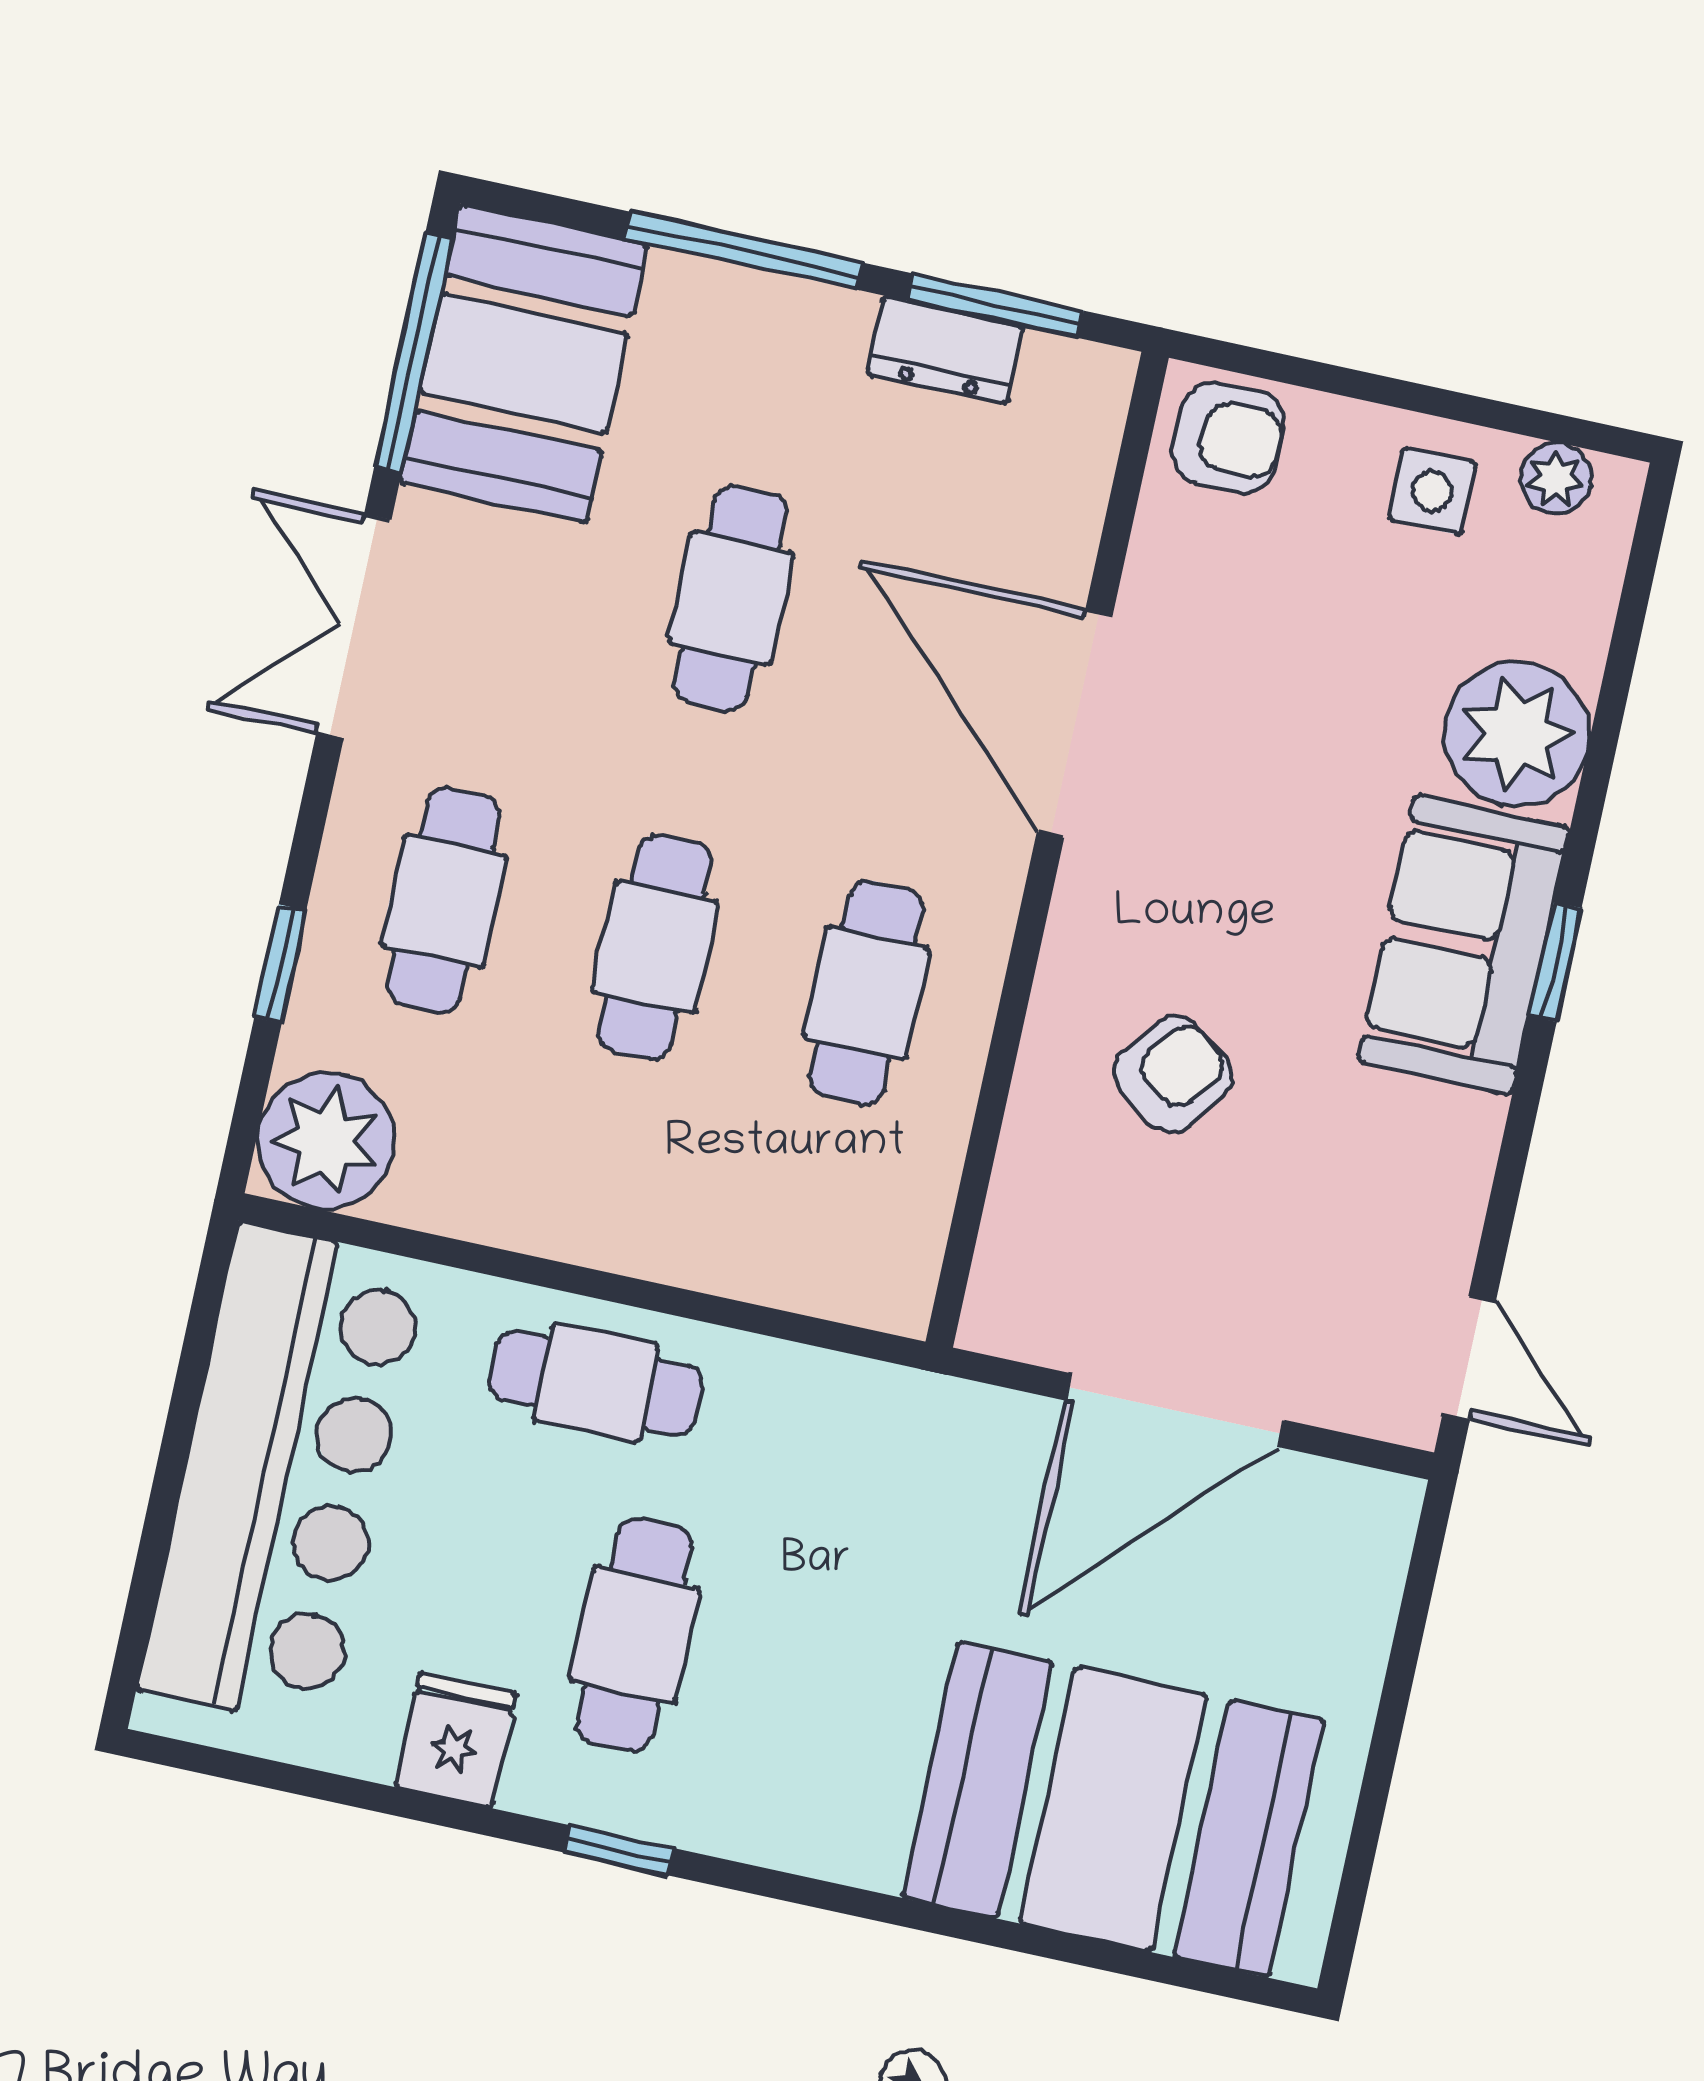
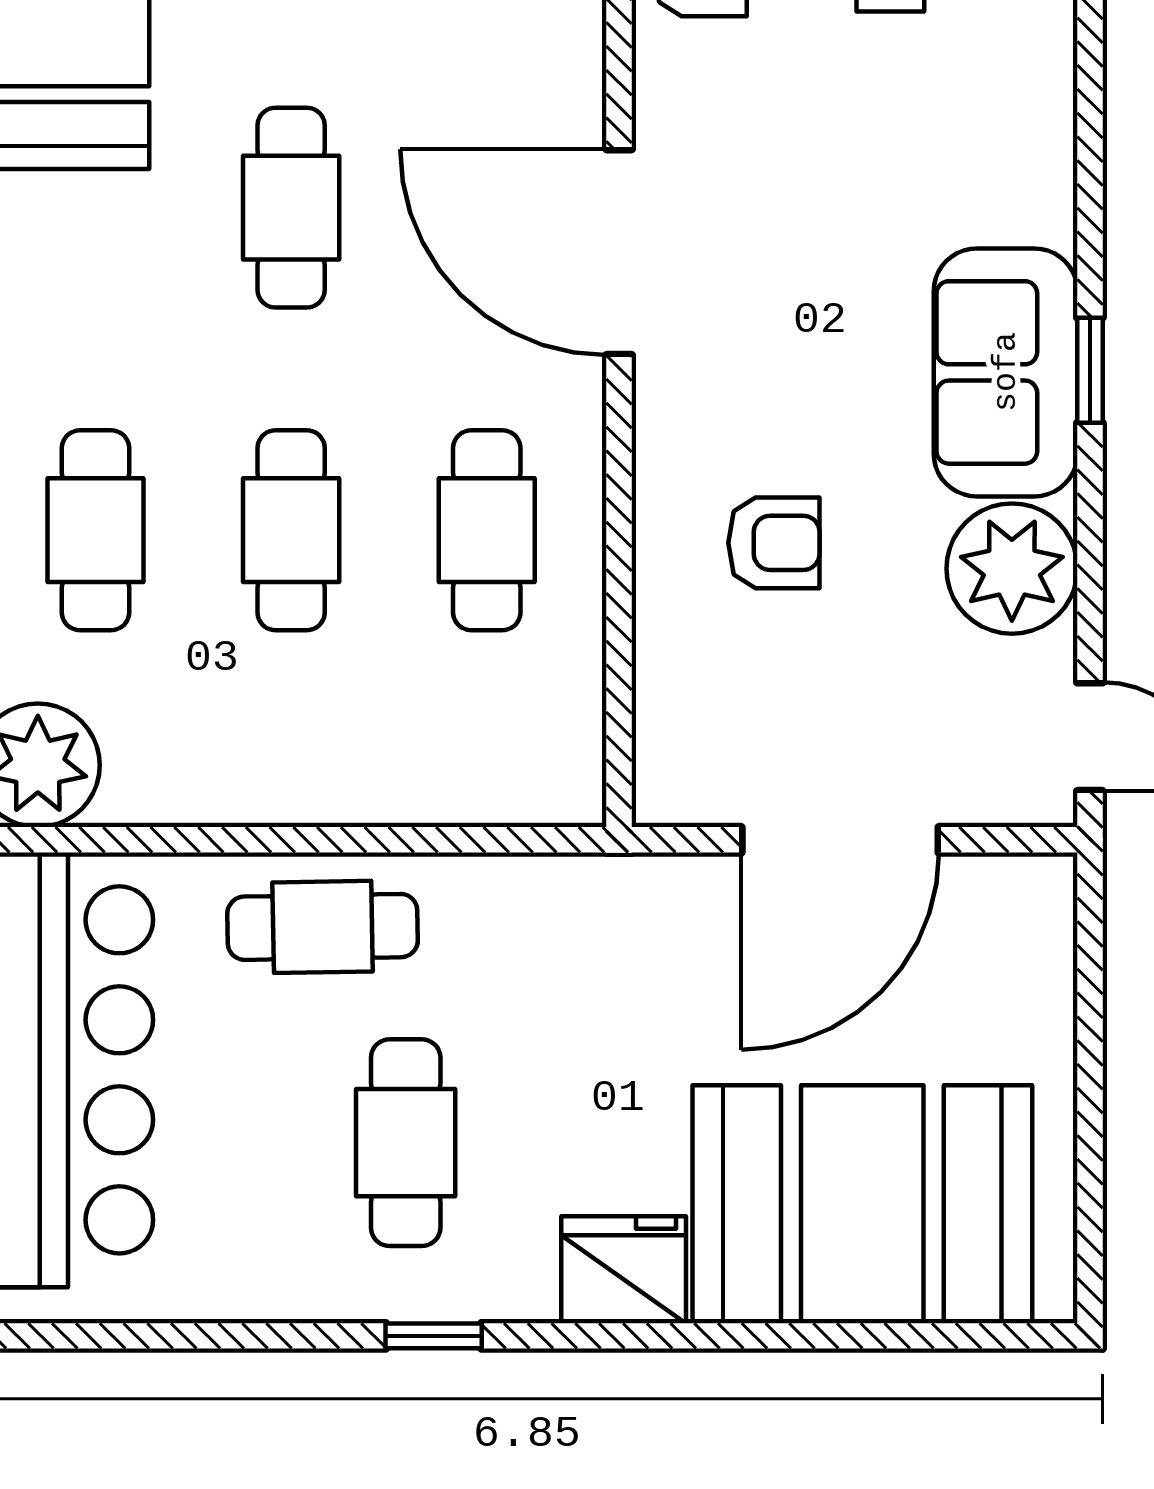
plant: (1517, 734) -> (1012, 569), moved
armchair: (1173, 1074) -> (774, 543), turned 53
fridge: (455, 1740) -> (624, 1270), moved, width x1.38

